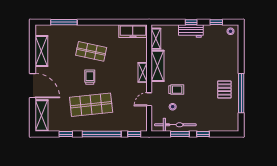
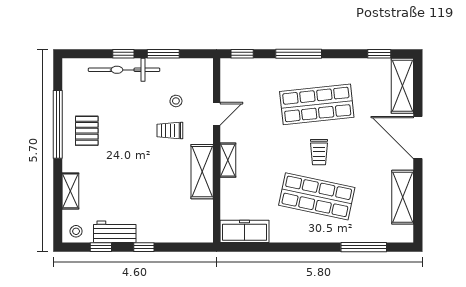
workbench: (191, 31) -> (115, 232), moved
shelving: (156, 39) -> (70, 191), moved
shop shelf: (91, 51) -> (317, 196), width x1.43, depth x1.36
bicycle: (175, 125) -> (124, 70), moved
window: (66, 134) -> (379, 54), moved
window: (102, 134) -> (299, 54), width x0.68

